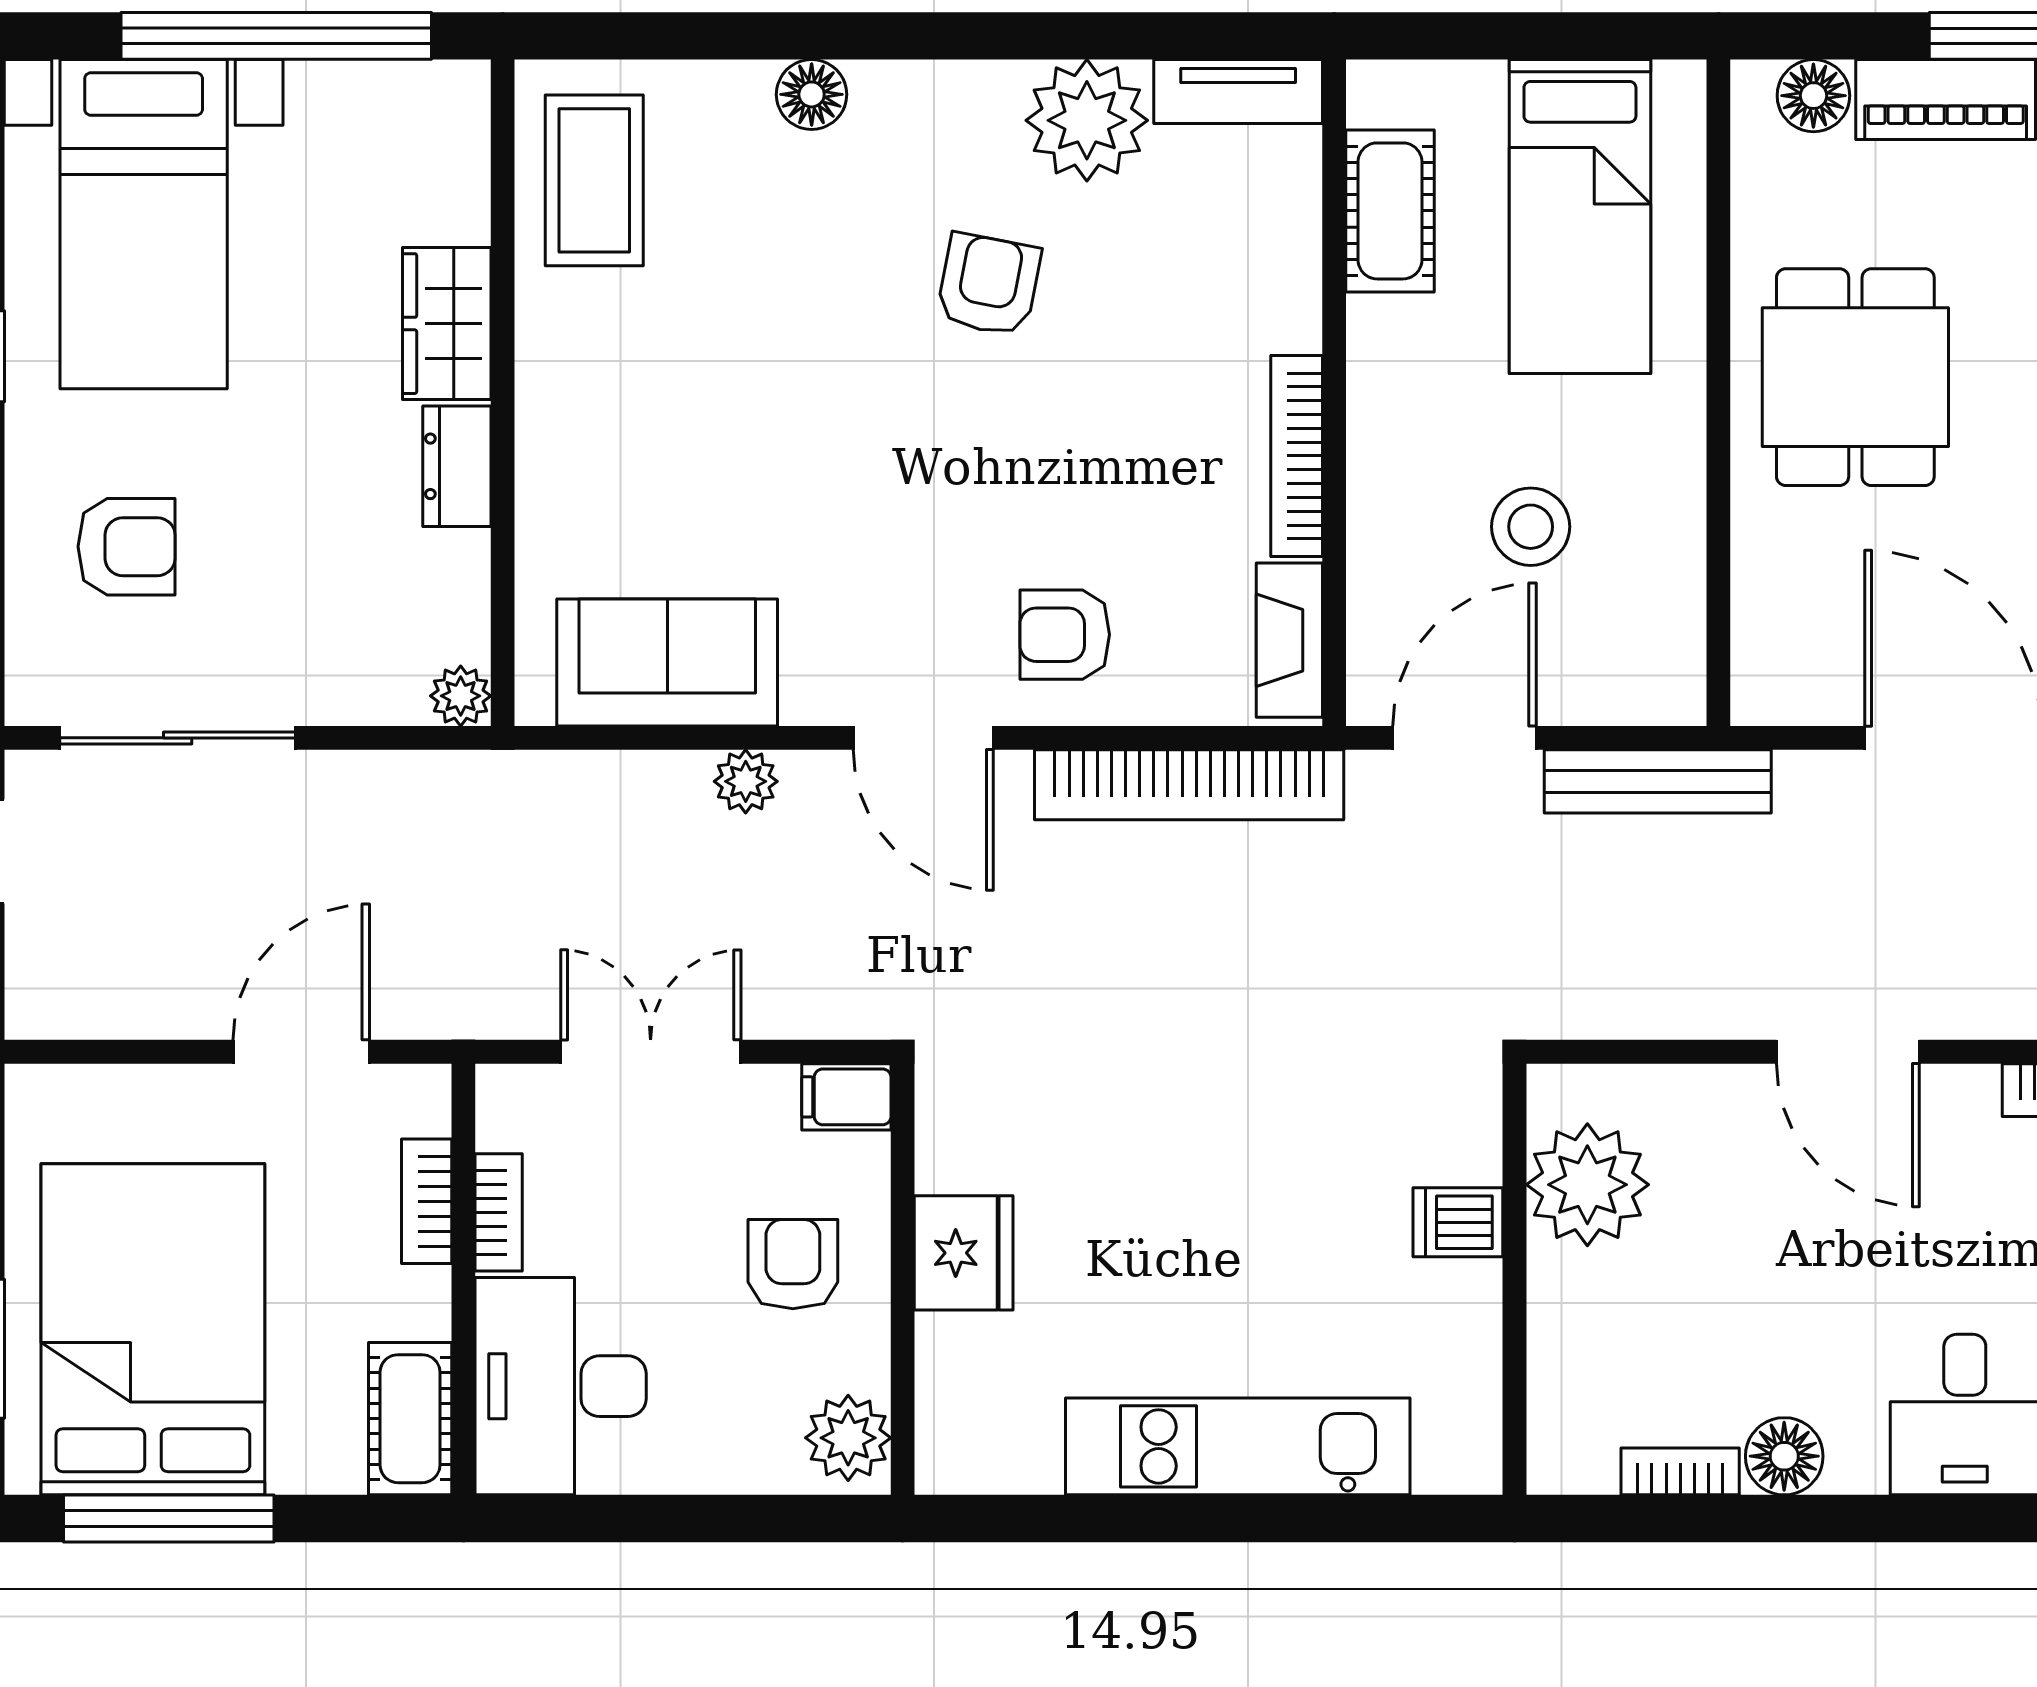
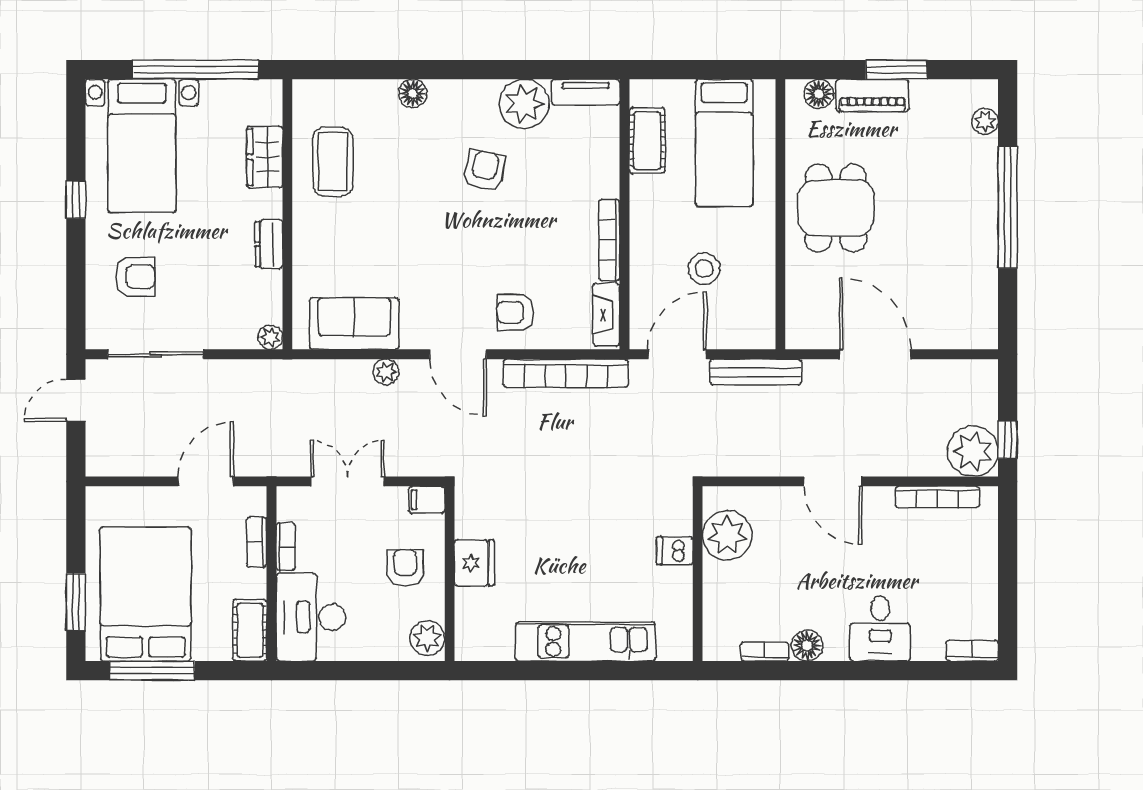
coffee table: (594, 180) -> (333, 162), moved
wardrobe: (447, 324) -> (265, 157), moved

